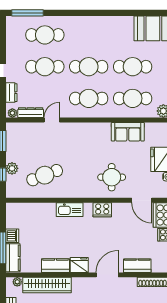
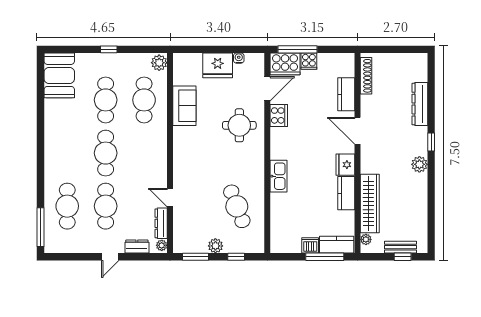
cafe table: (89, 98) -> (144, 153), removed
plant: (12, 168) -> (215, 246), moved
cooker: (102, 210) -> (279, 115), moved

